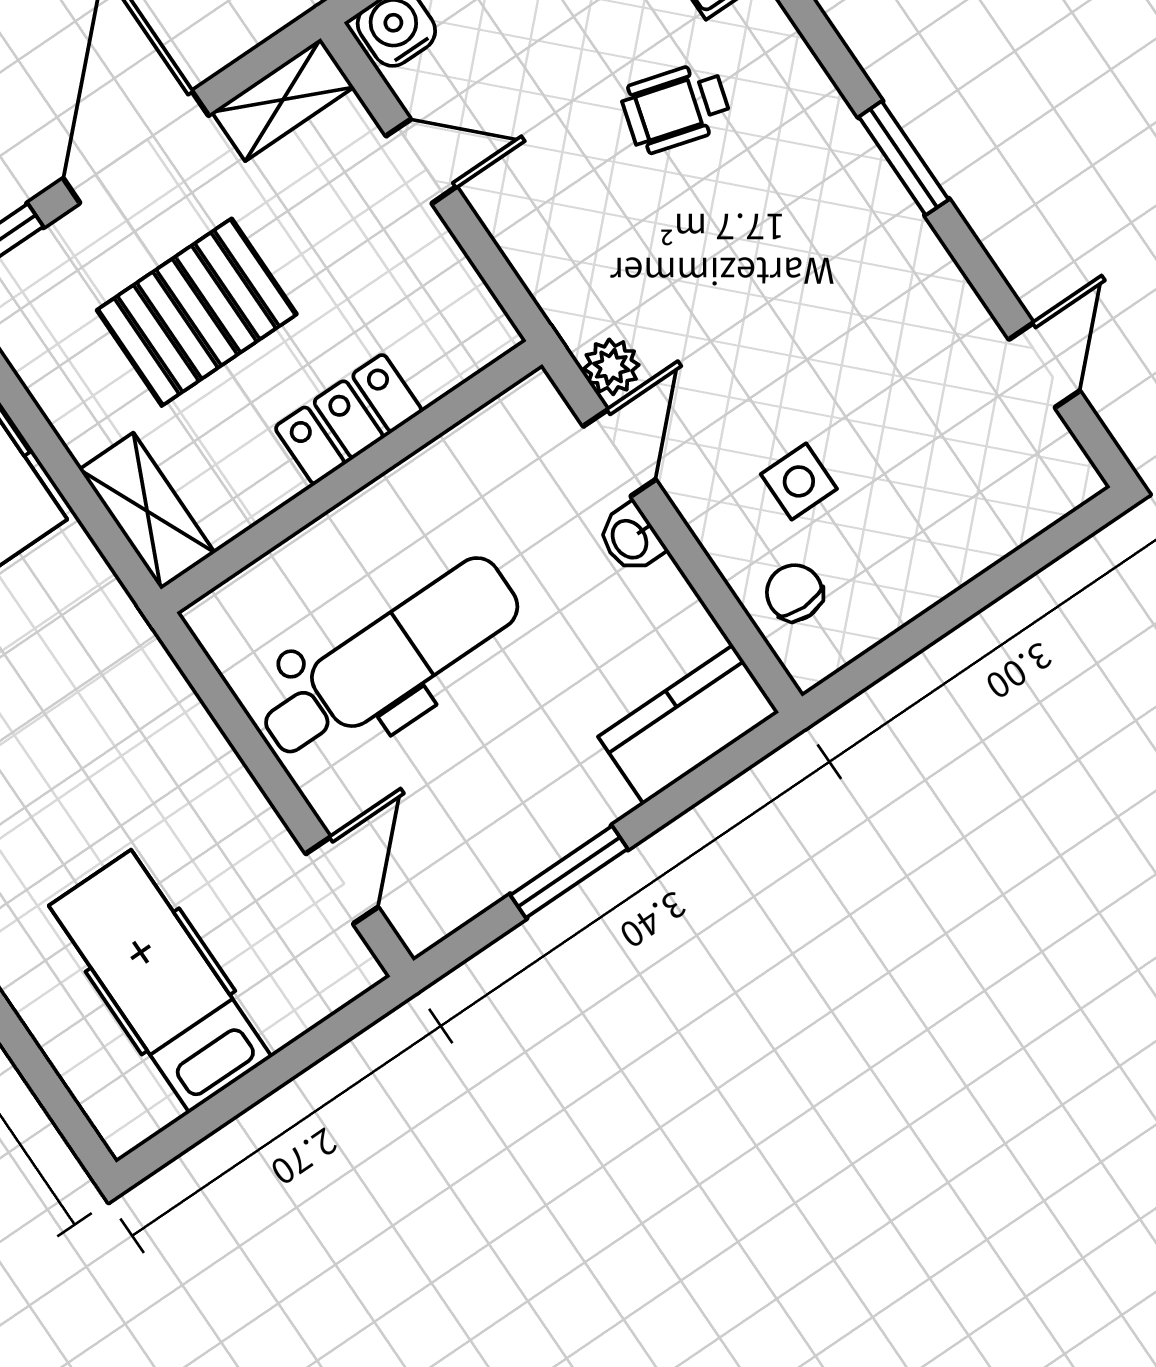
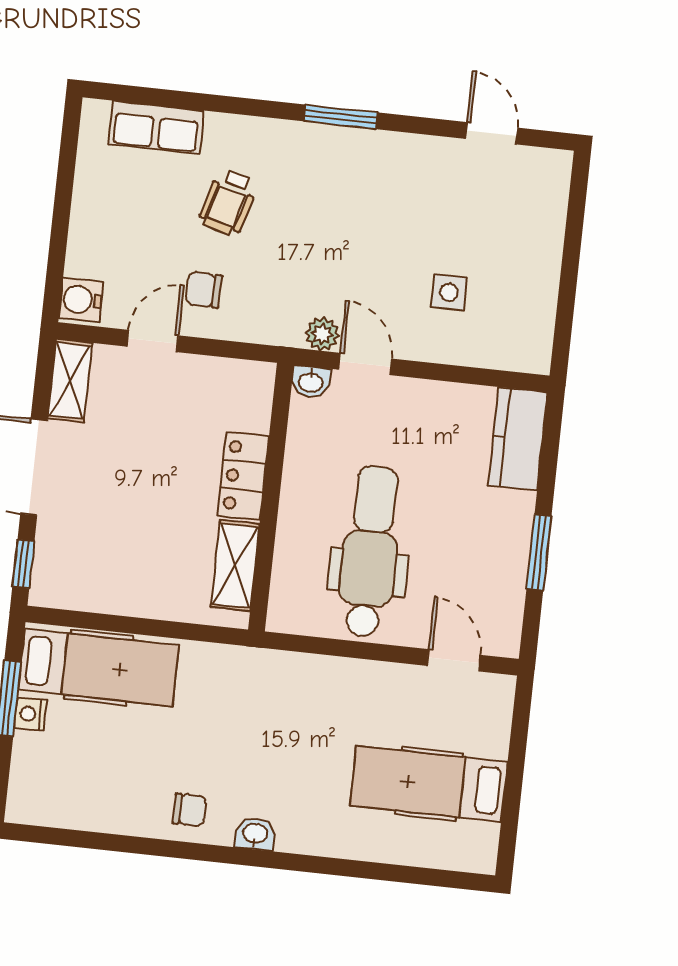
pallet: (197, 312) -> (134, 504), removed
shelving: (147, 511) -> (235, 565), moved, turned 90
washbasin: (631, 538) -> (311, 382), moved
chair: (794, 593) -> (204, 290), moved

